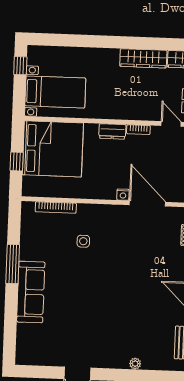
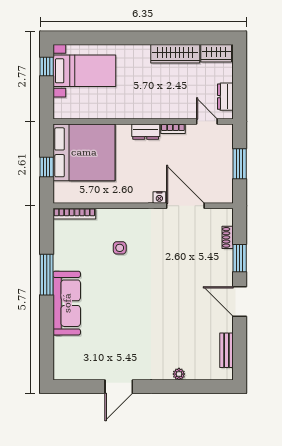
bed with nightstands: (55, 92) -> (84, 71), moved
bookcase: (56, 207) -> (74, 214), moved

